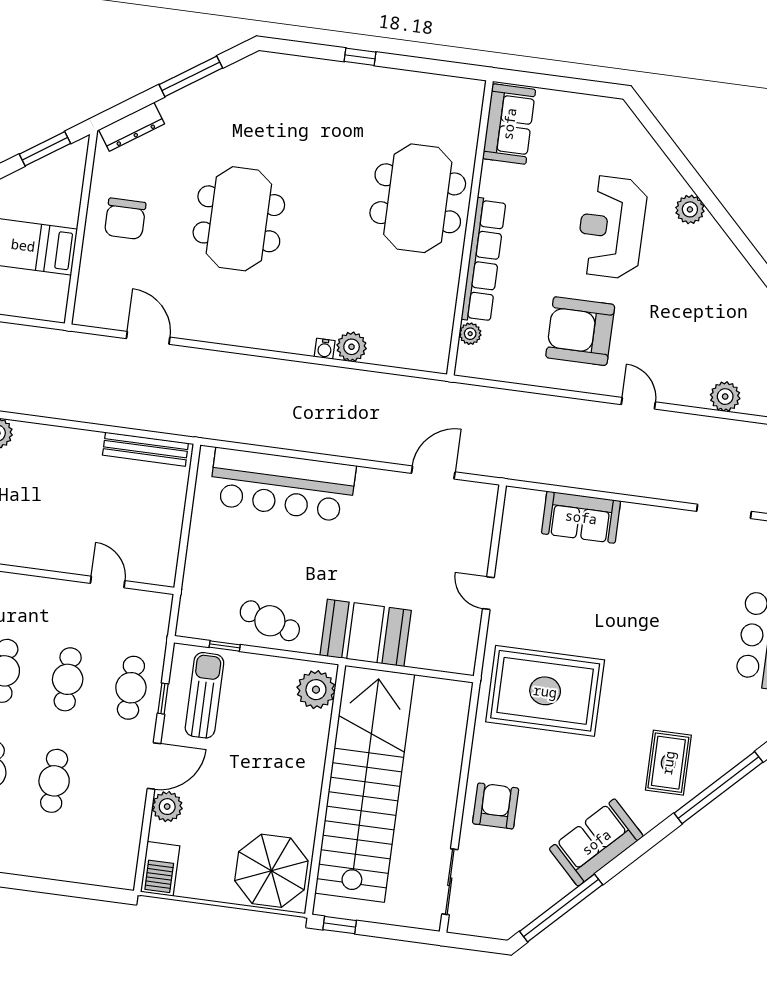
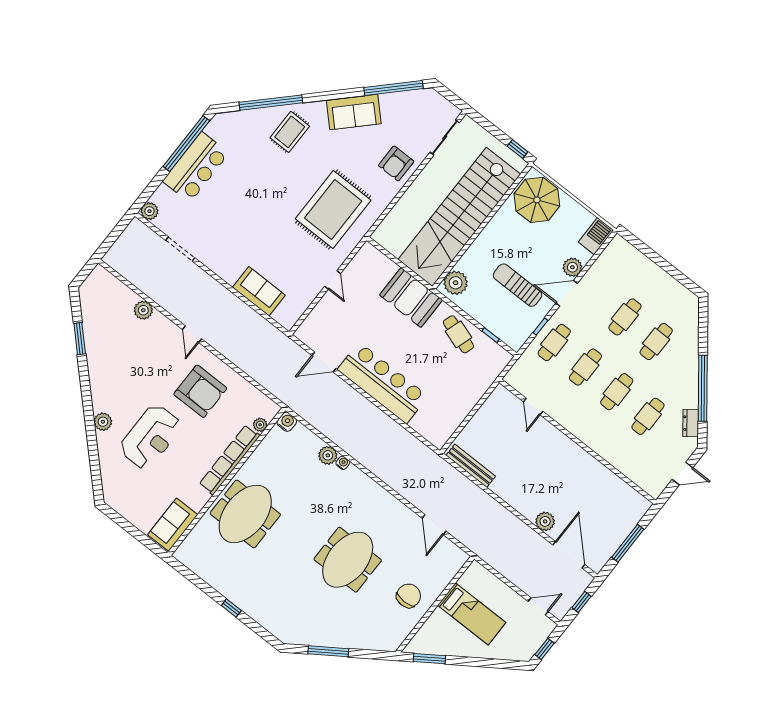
dresser: (132, 127) -> (376, 643), removed
water cooler: (436, 360) -> (287, 422), added
bar counter: (282, 485) -> (383, 383), moved
rug: (545, 691) -> (333, 210), turned 90
sun lounger: (204, 695) -> (518, 285), moved, turned 90

